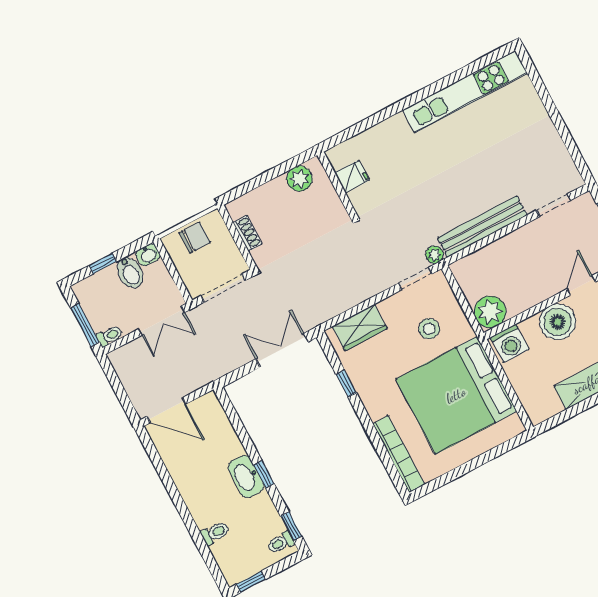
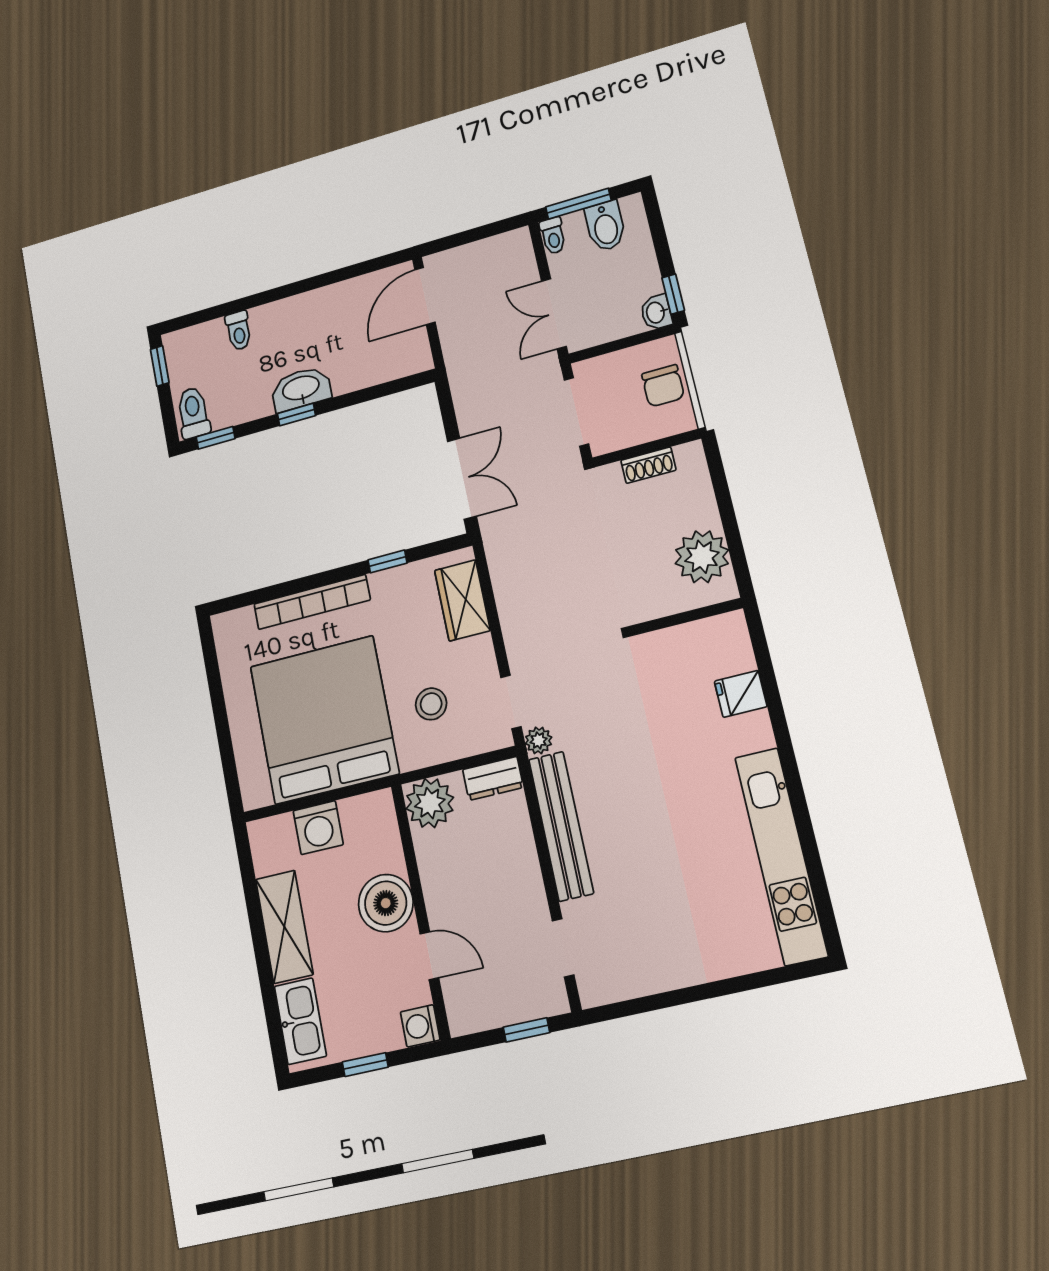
fridge: (352, 176) -> (741, 694), moved, turned 90
plant: (299, 179) -> (702, 557), width x1.36, depth x1.36
window: (103, 264) -> (673, 294), moved
bidet: (130, 273) -> (605, 226), moved, turned -90
dresser: (465, 276) -> (493, 778), added
washing machine: (510, 343) -> (318, 828), moved, turned -90
bookcase: (399, 454) -> (312, 602), moved
toilet: (281, 543) -> (193, 413), width x1.37, depth x1.39

